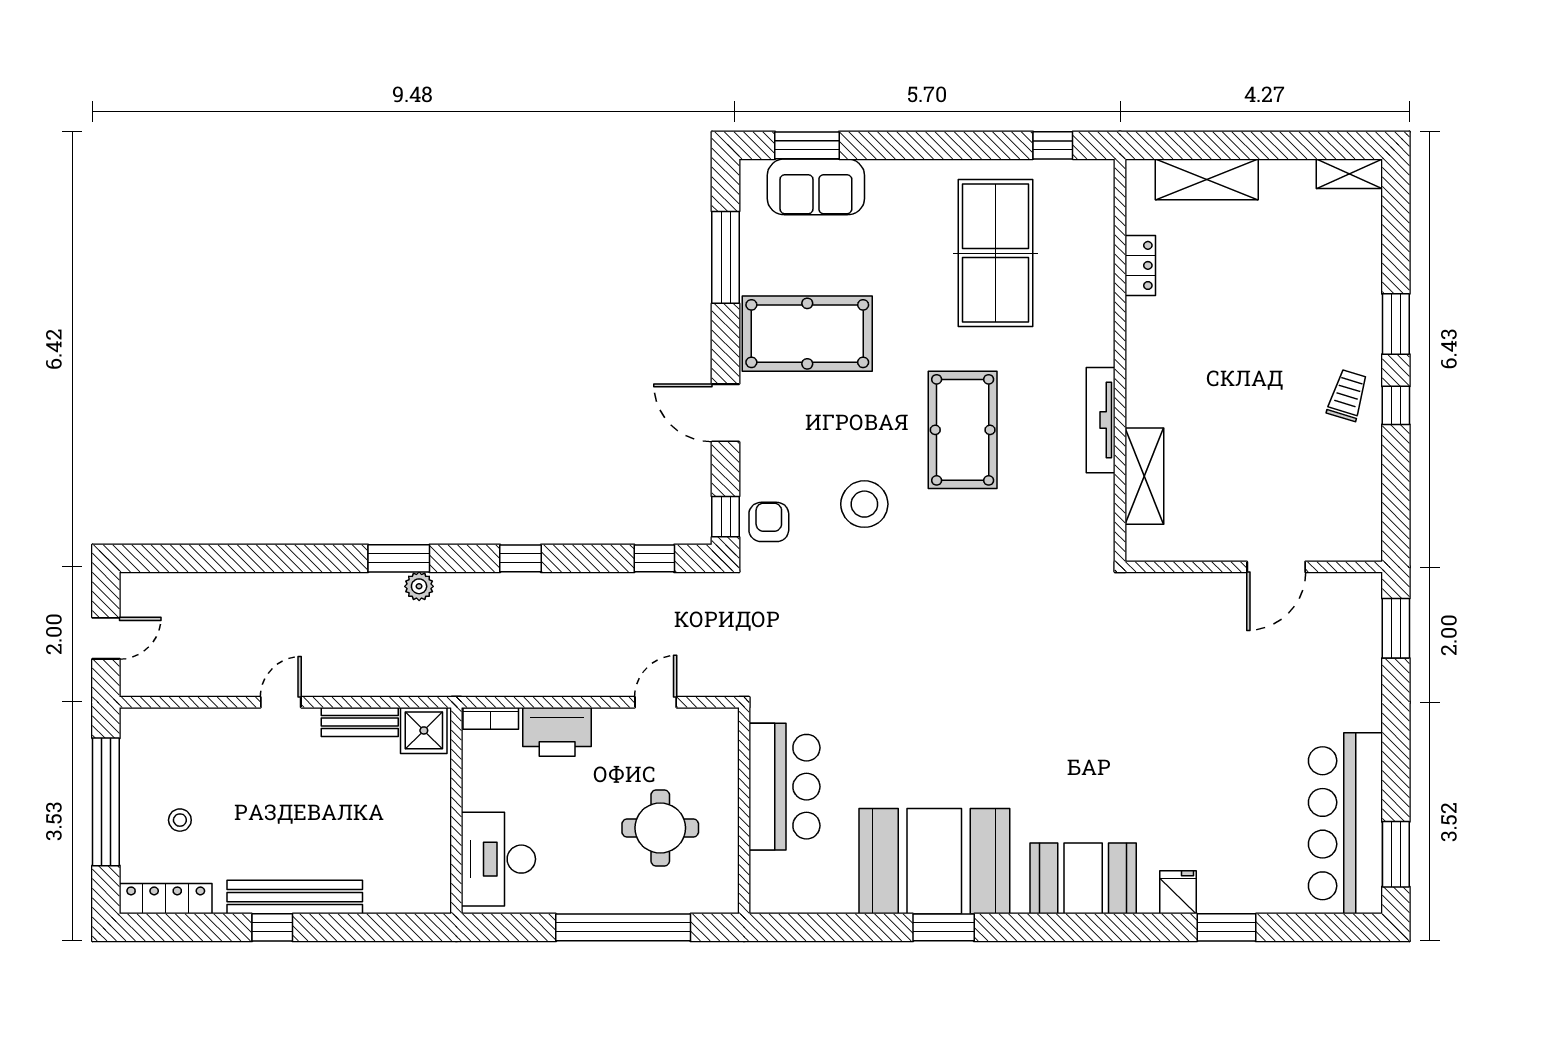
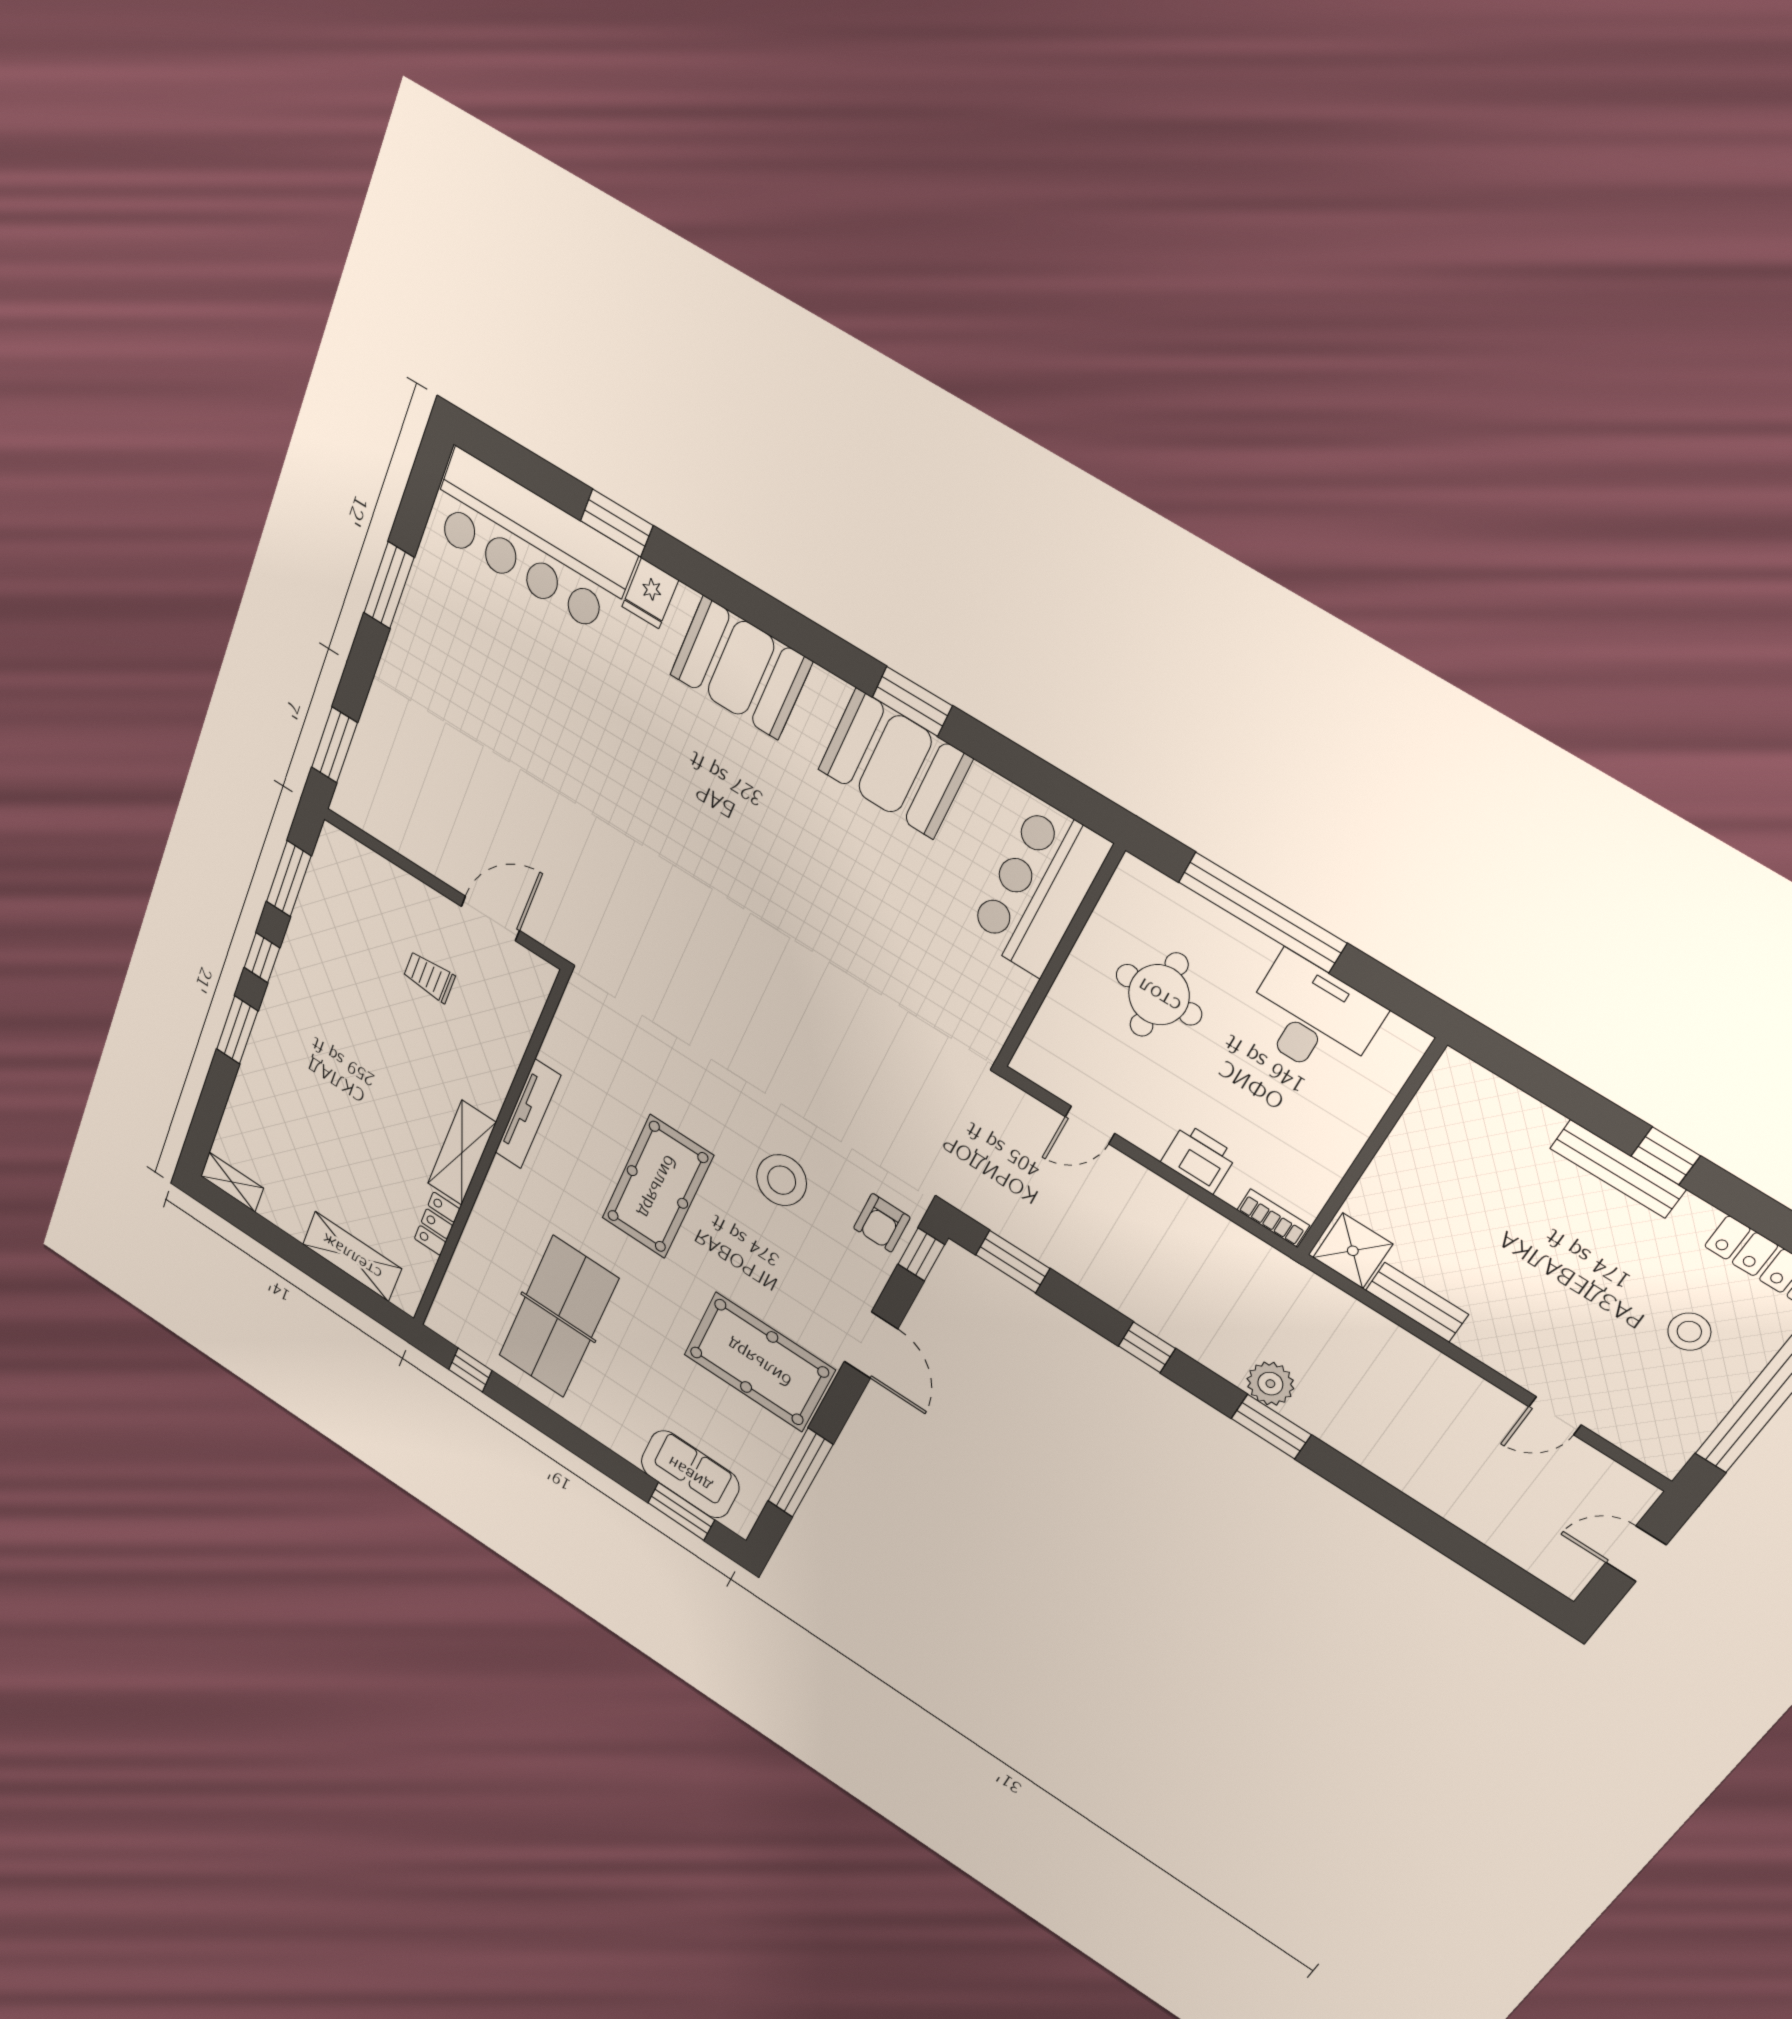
trolley: (1347, 395) -> (429, 977), moved, turned 73
shelving: (1144, 476) -> (462, 1153), moved
window: (1396, 491) -> (289, 879), added
window: (654, 558) -> (1013, 1262), width x1.50
door: (1276, 567) -> (490, 918), moved
plant: (419, 586) -> (1270, 1384), width x1.38, depth x1.38
door: (281, 702) -> (1555, 1416), moved
printer: (557, 732) -> (1199, 1158), width x0.73, depth x0.84
bar counter: (785, 787) -> (1039, 889), moved
stool: (180, 820) -> (1689, 1332), width x1.37, depth x1.37
bar counter: (1345, 823) -> (531, 542), moved, turned 90
window: (1396, 854) -> (389, 585), moved
desk: (498, 859) -> (1312, 1018), moved, turned -90
booth: (934, 861) -> (895, 764), width x0.73, depth x0.70
bench: (295, 897) -> (1618, 1169), width x0.73, depth x0.82

